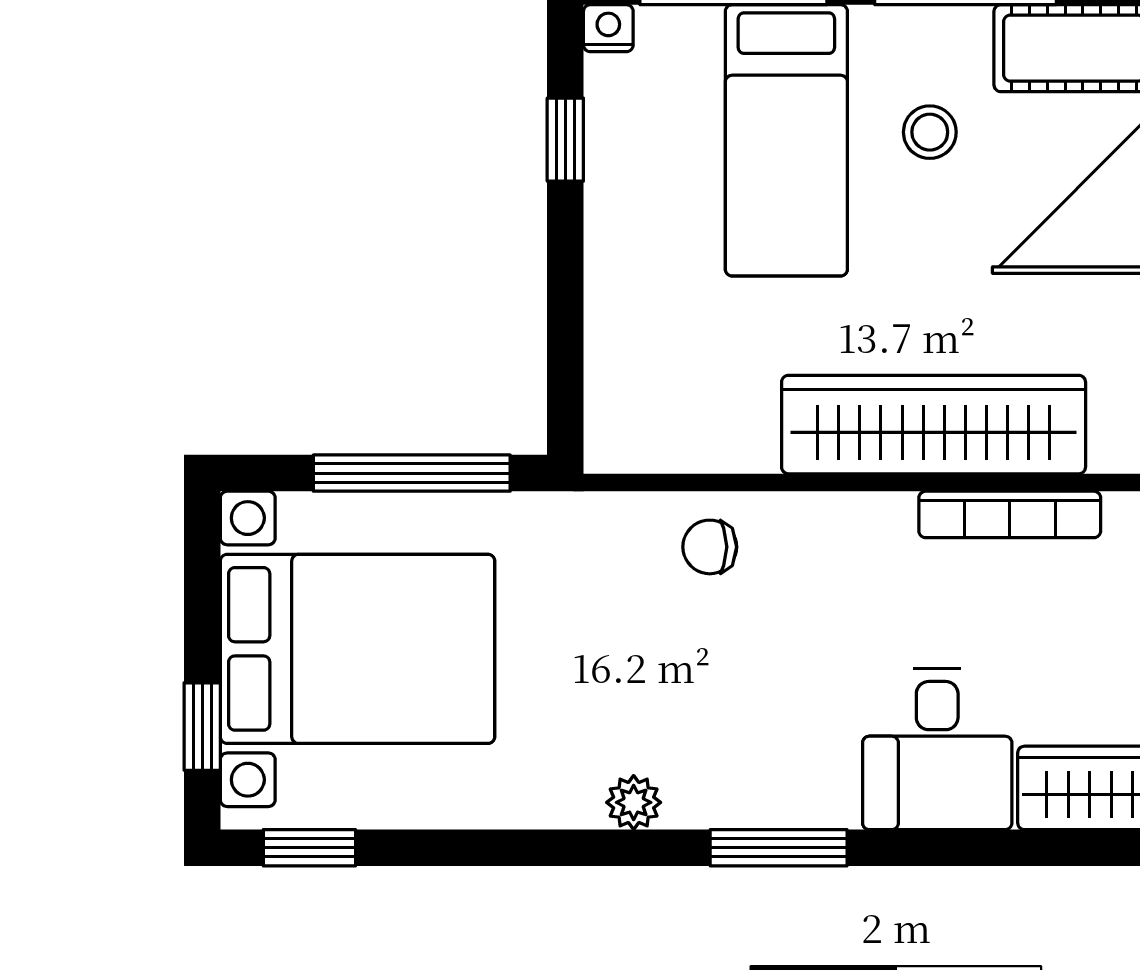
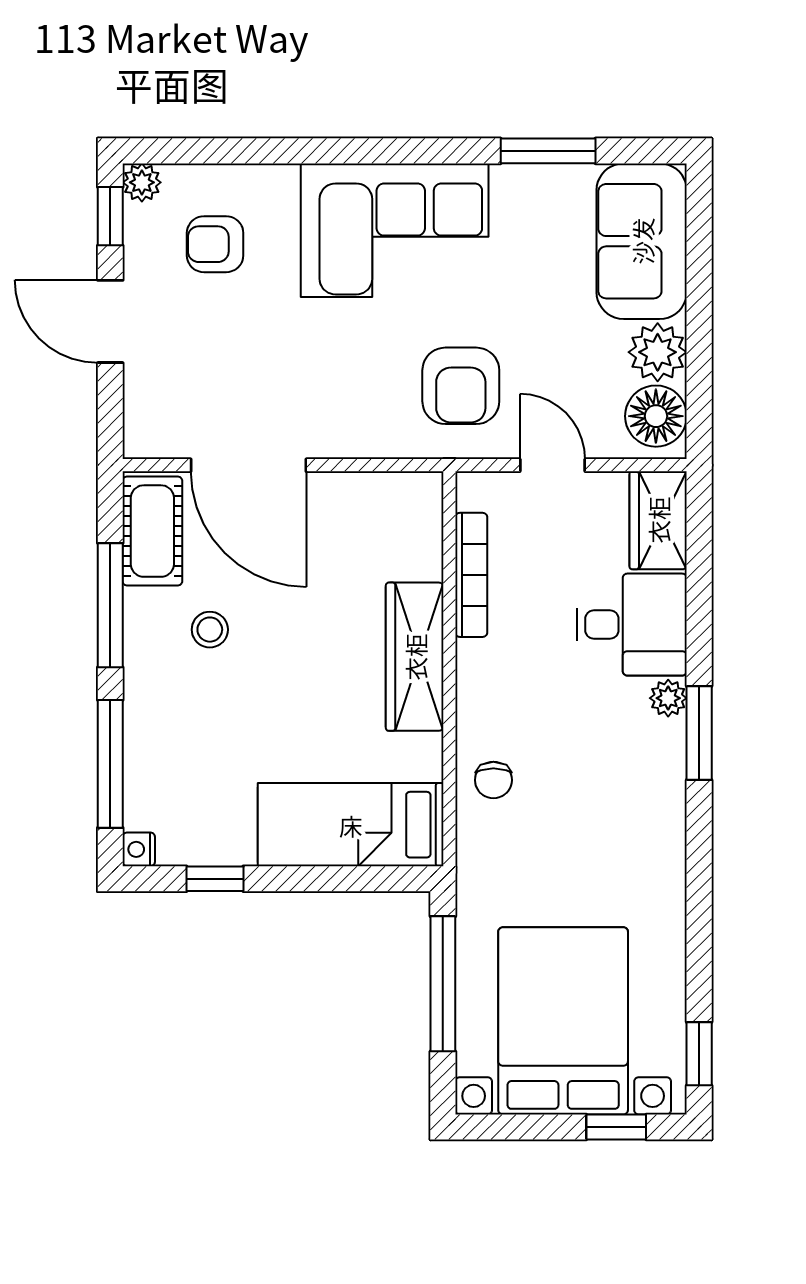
bed: (786, 140) -> (351, 825), moved, turned 180
wardrobe: (934, 425) -> (415, 657), width x0.71, depth x0.85
plant: (634, 802) -> (668, 698), moved

